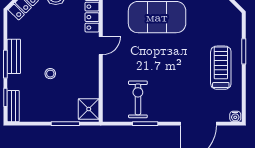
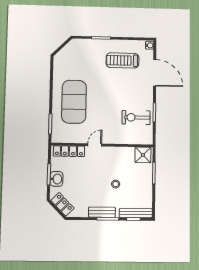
door: (101, 46) -> (95, 145), hinge flipped
treadmill: (221, 68) -> (122, 60), moved
bench: (13, 106) -> (136, 213), width x1.36

